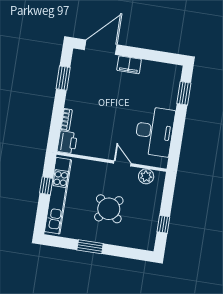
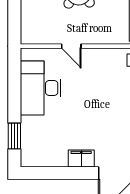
plant: (146, 176) -> (42, 36), removed

